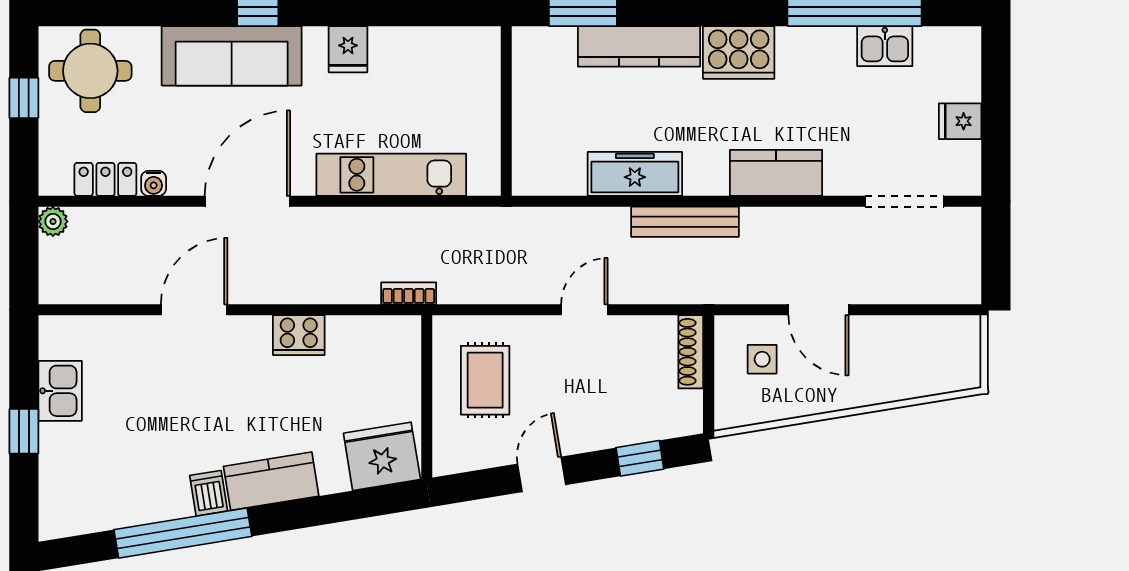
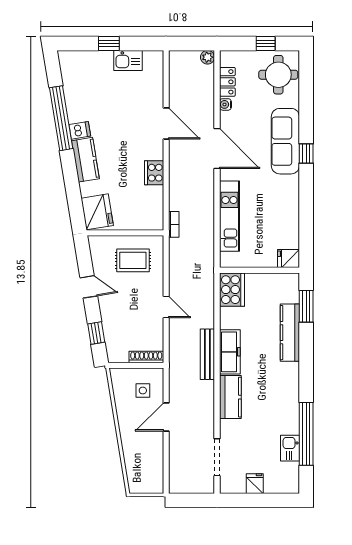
fridge: (348, 49) -> (289, 259), moved
cooker: (739, 52) -> (232, 290), moved, turned 180
freezer: (635, 174) -> (230, 352), moved

